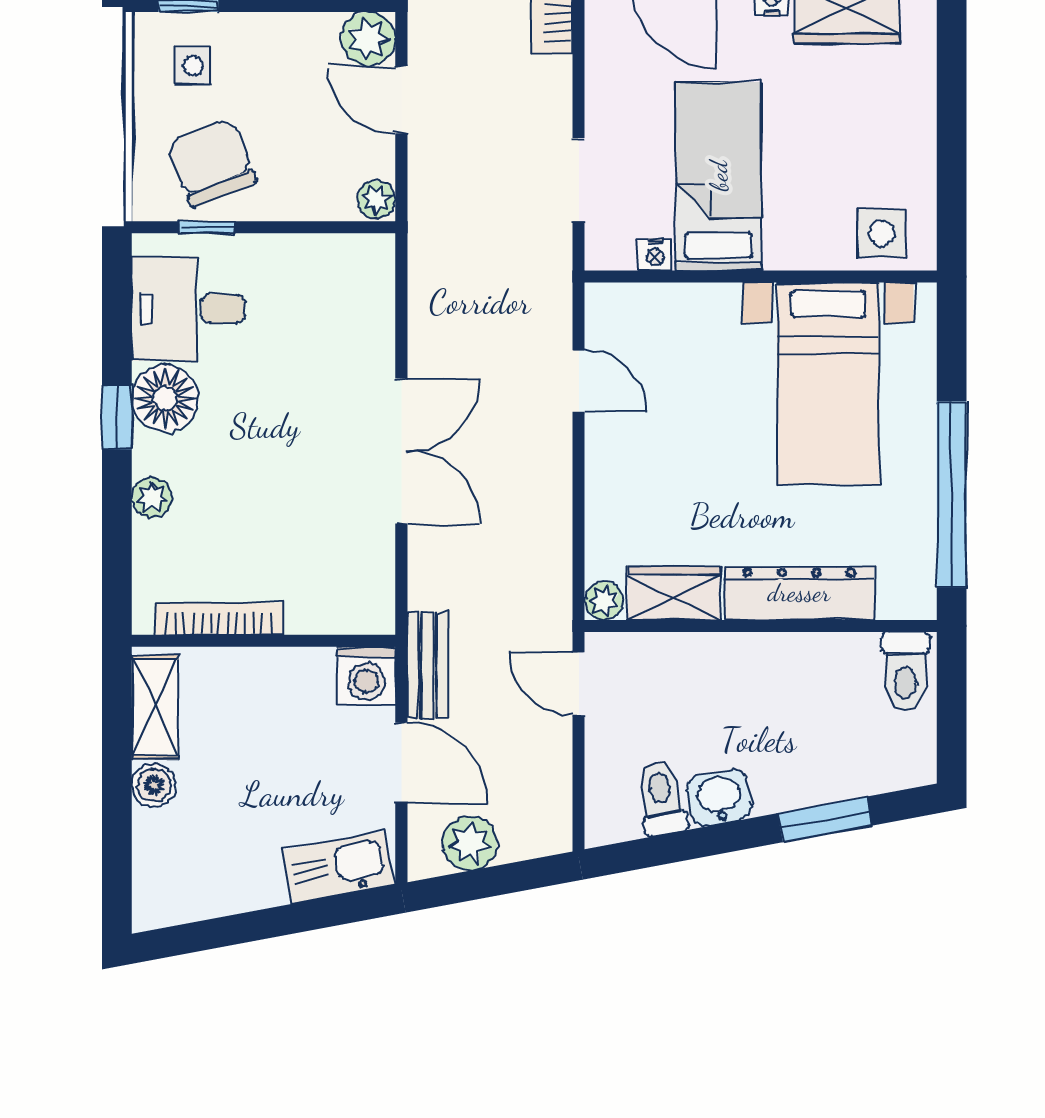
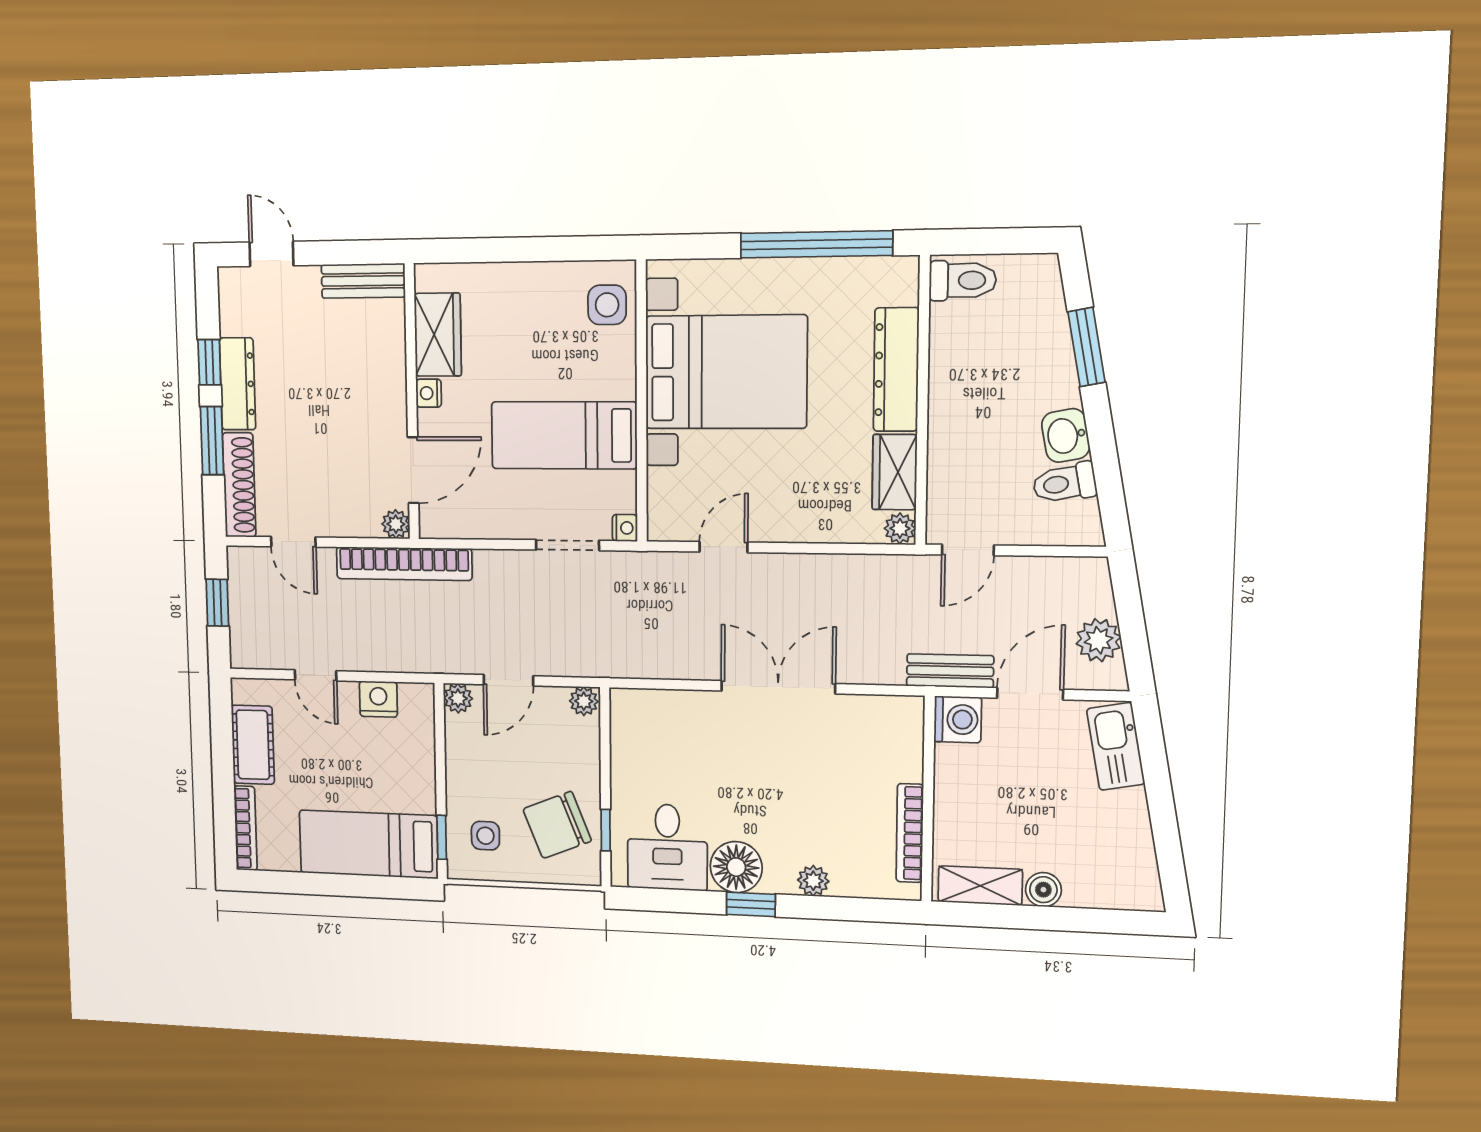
plant: (368, 39) -> (458, 698), width x0.73, depth x0.73
nightstand: (655, 255) -> (625, 528), moved
bed with nightstands: (828, 383) -> (726, 372), width x1.36

